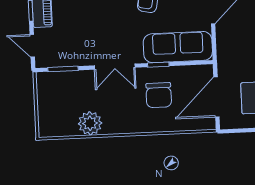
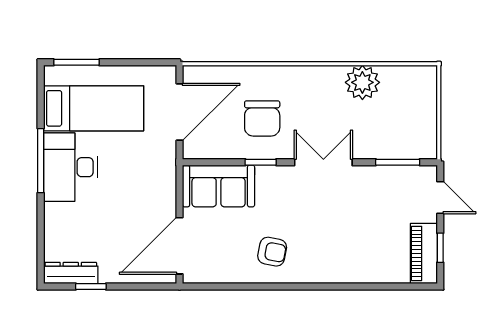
sofa: (178, 47) -> (219, 186), width x0.73
chair: (159, 95) -> (262, 118), turned 180

